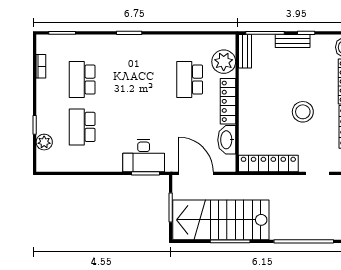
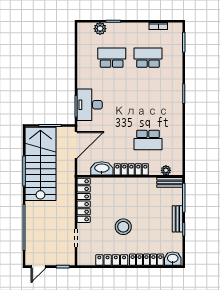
plant: (224, 62) -> (166, 170), width x0.53, depth x0.53
school desk: (190, 80) -> (148, 140), turned 180

